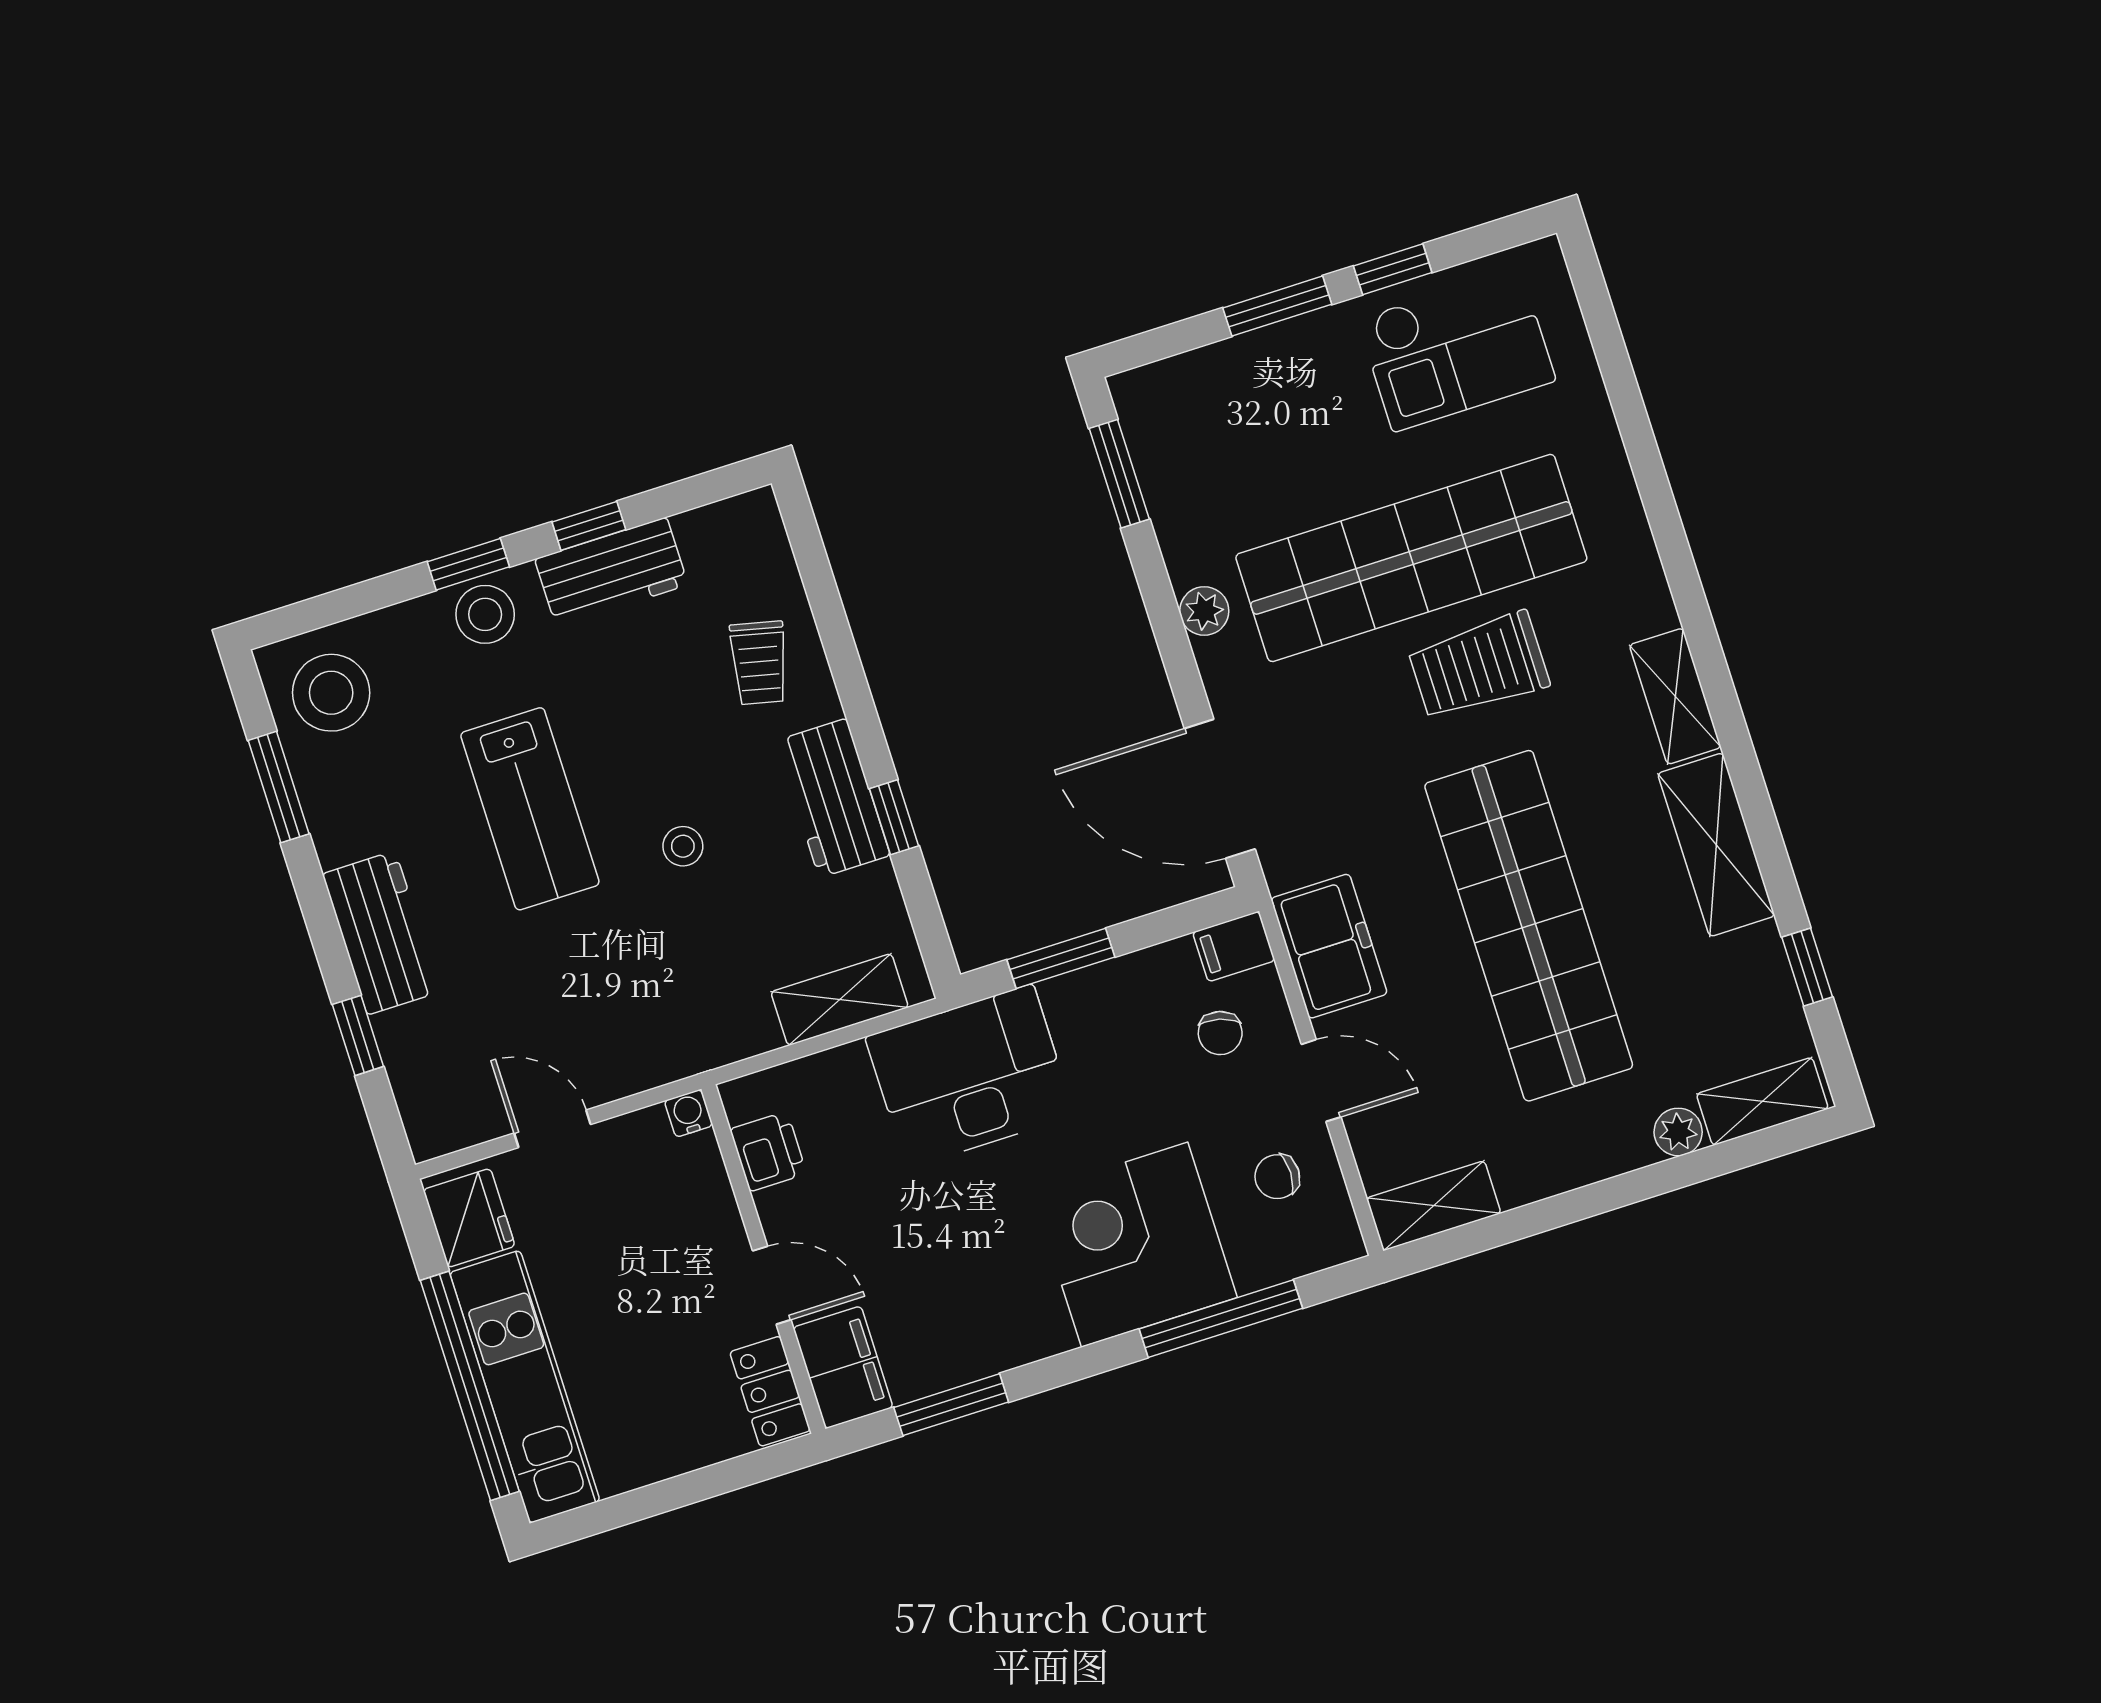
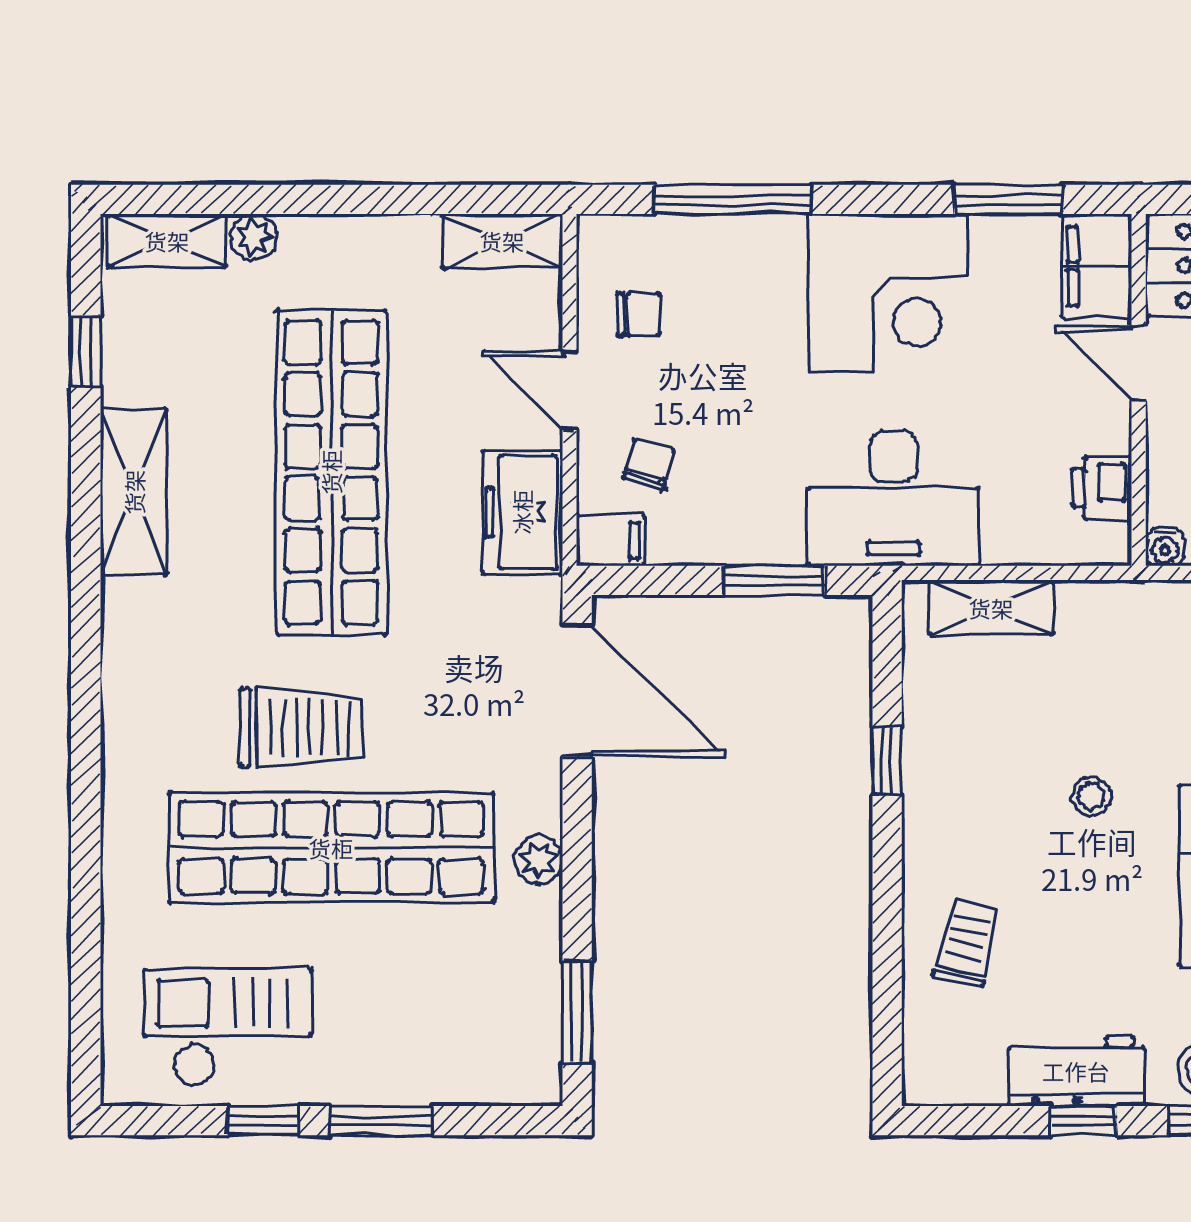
shelving: (1675, 696) -> (128, 642), removed
workbench: (833, 798) -> (938, 796), removed
corner desk: (1135, 1245) -> (888, 293), moved

